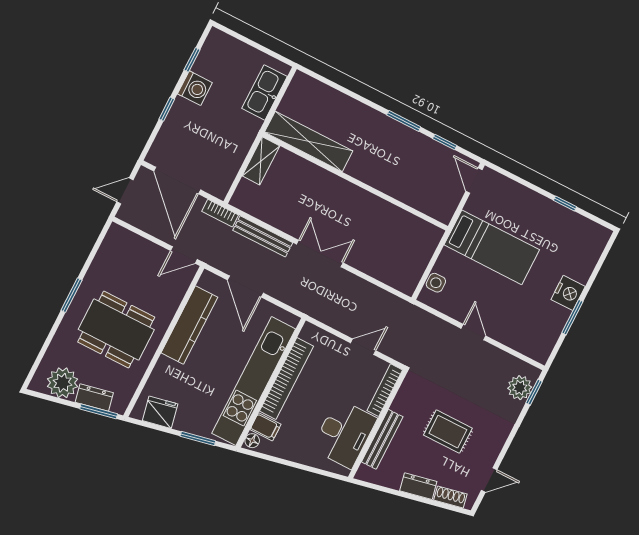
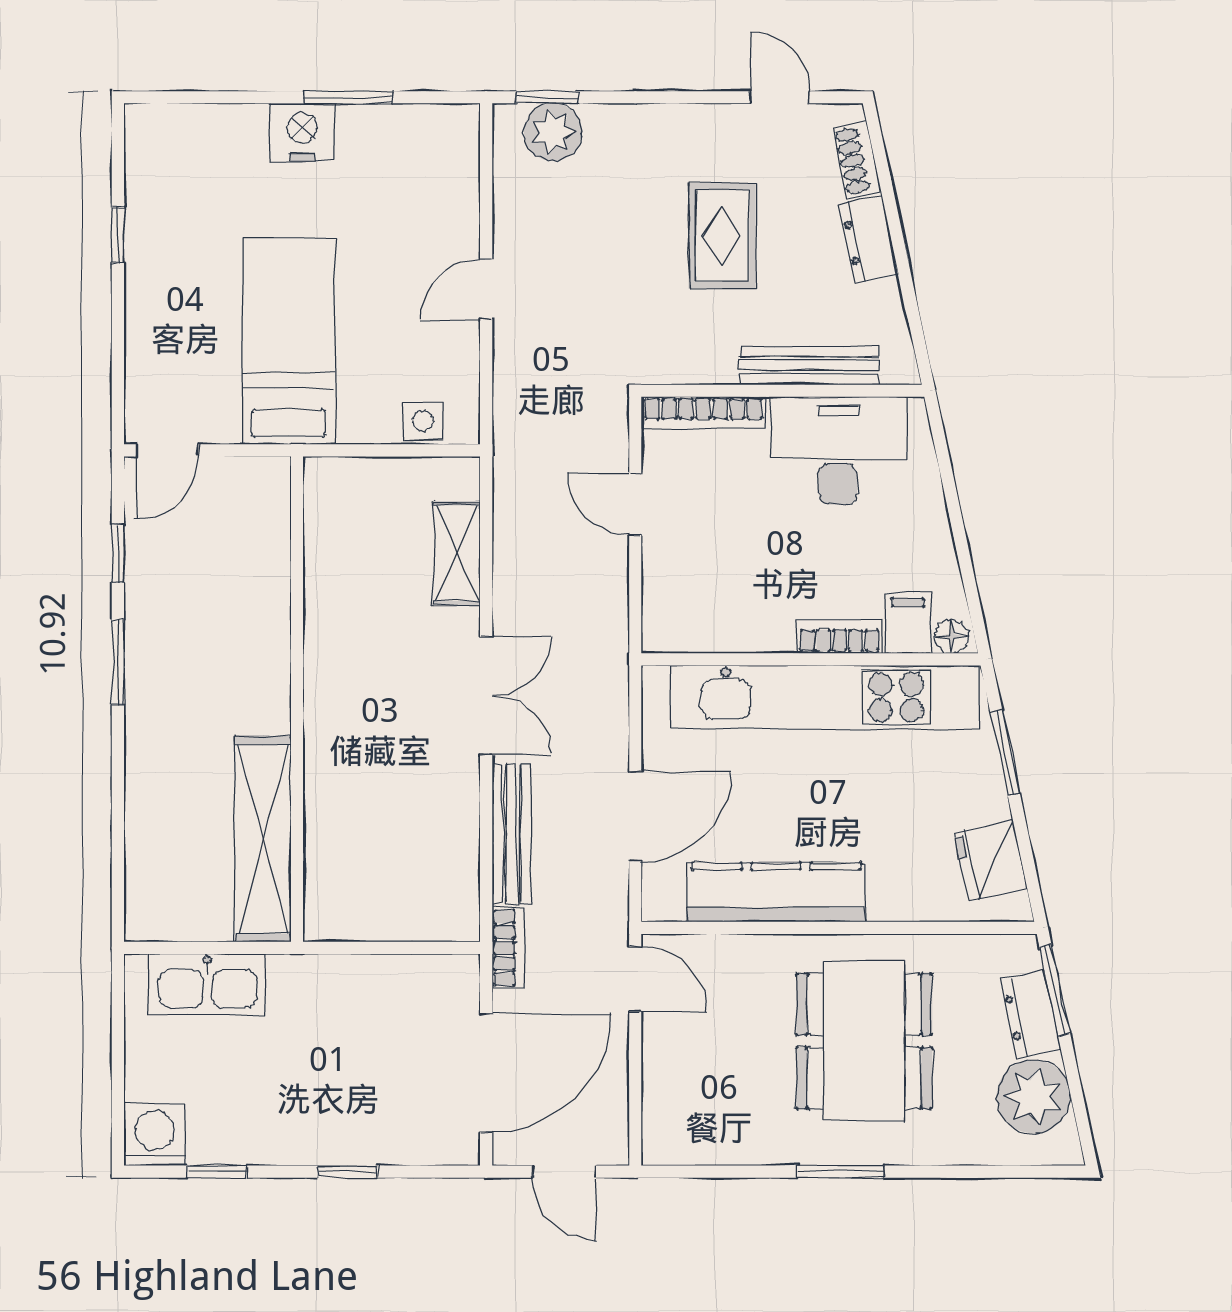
washing machine: (195, 88) -> (155, 1135), moved
shelving: (261, 161) -> (457, 553), moved, turned 90
double door: (320, 253) -> (486, 696), swing flipped
bookcase: (286, 379) -> (840, 637), width x0.43, depth x0.76

